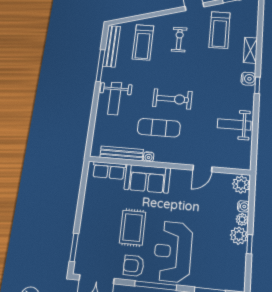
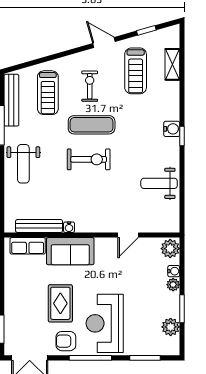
shelving: (250, 50) -> (172, 64), moved
exercise mat: (159, 128) -> (92, 125), moved
plant: (239, 236) -> (171, 327), moved
window: (250, 244) -> (182, 309), width x1.50

